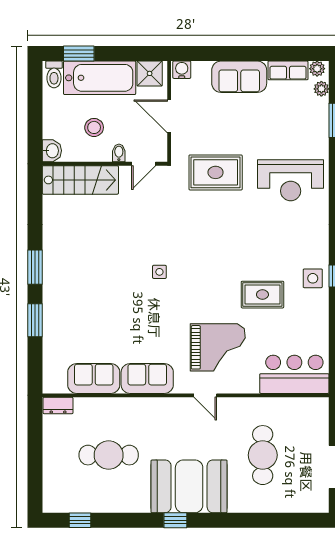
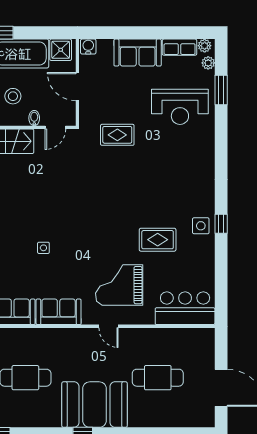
rug: (216, 172) -> (117, 135), width x0.73, depth x0.70
reception desk: (291, 180) -> (180, 107), moved
side table: (159, 272) -> (43, 248), moved
grand piano: (218, 347) -> (119, 285), turned 180
cafe table: (263, 455) -> (158, 378), turned 90

